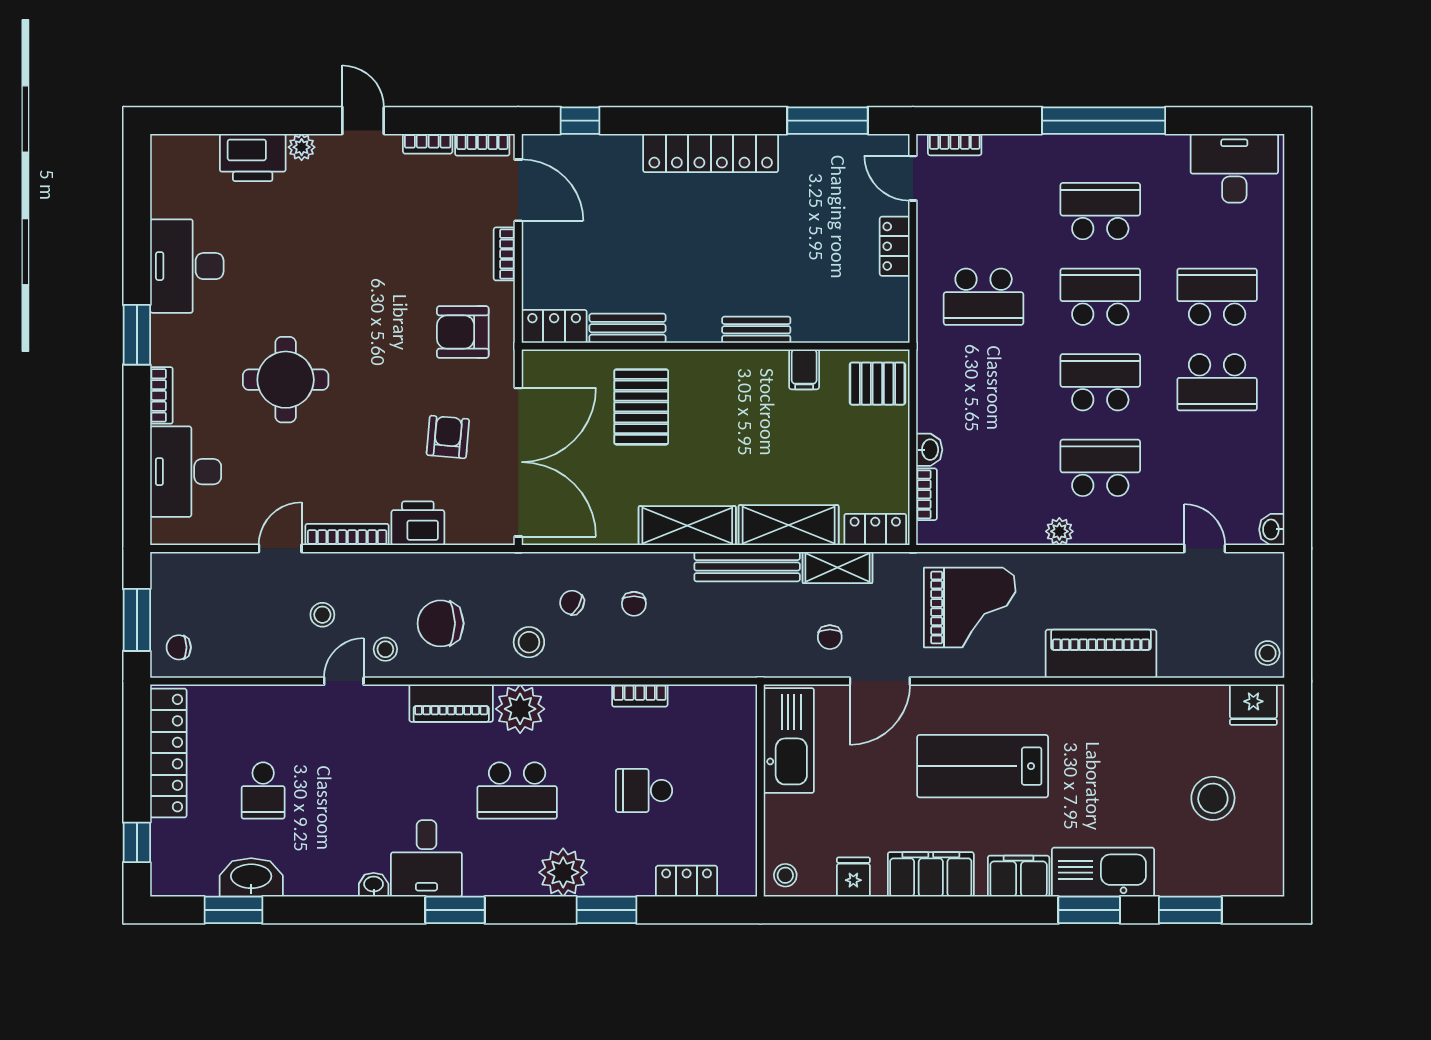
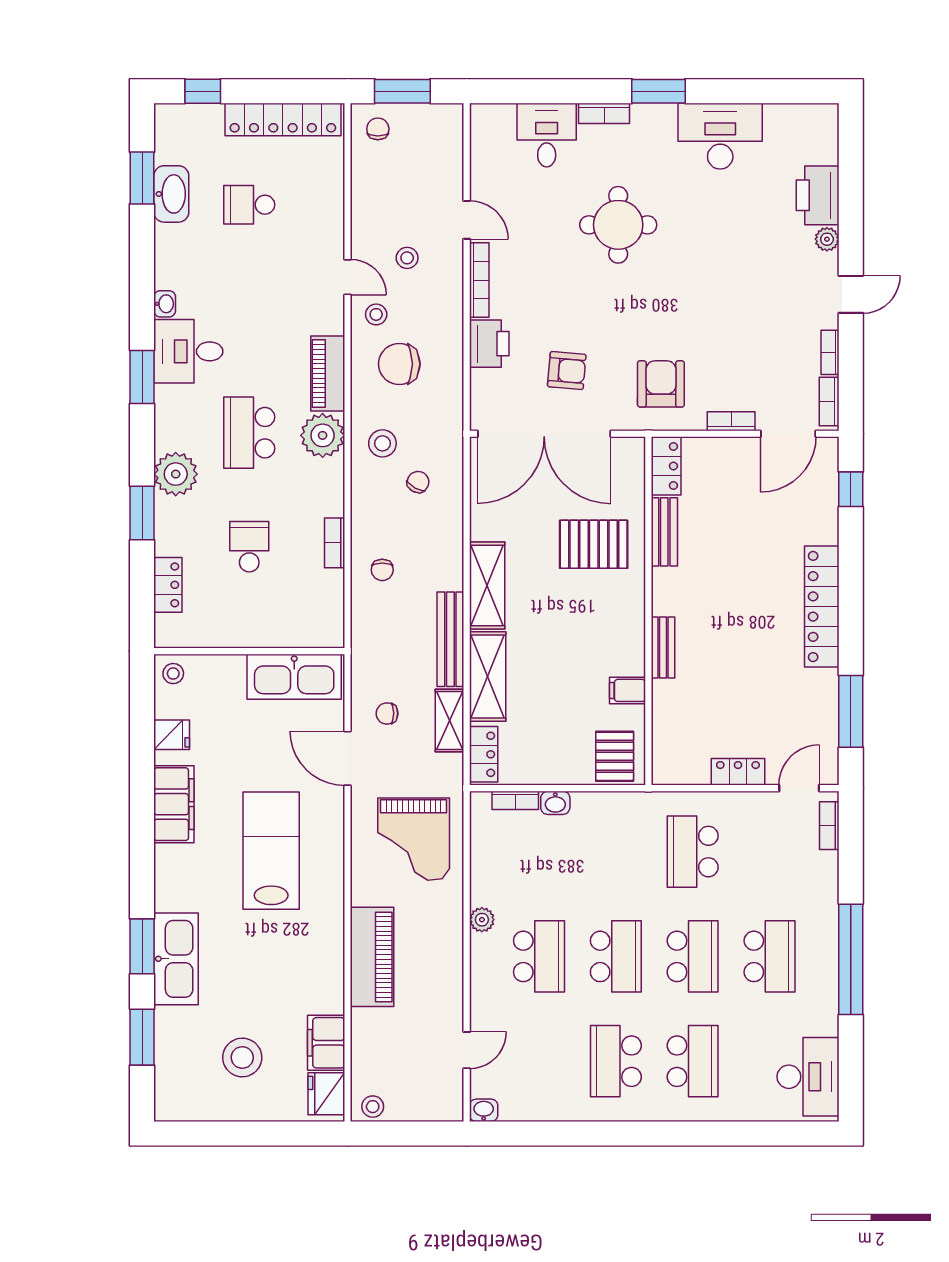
desk: (186, 472) -> (547, 135), width x0.73
chair: (634, 604) -> (382, 570), moved, turned -91
chair: (441, 623) -> (399, 364), turned -90
filing cabinet: (1019, 876) -> (326, 1043), moved, turned 180

